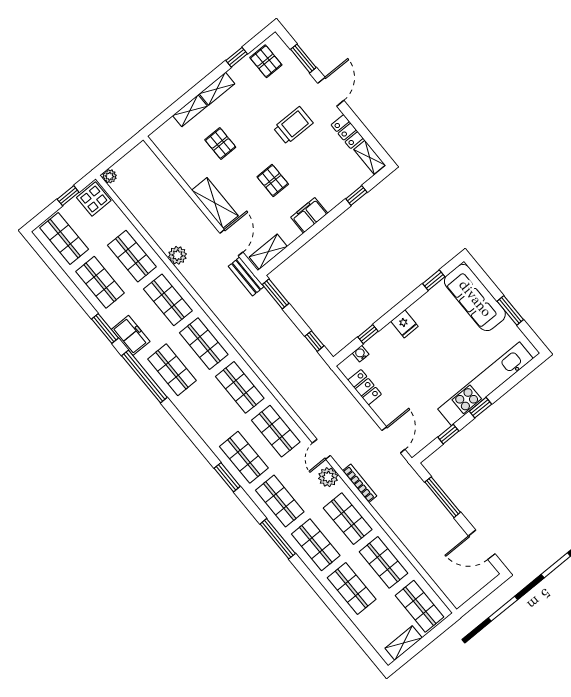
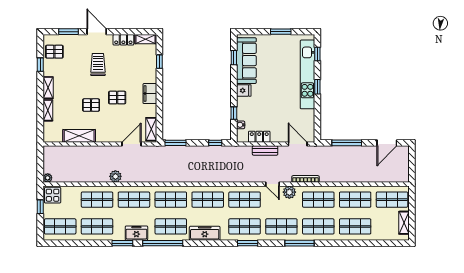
pallet: (220, 143) -> (91, 105), moved
shelving: (215, 203) -> (79, 136), moved
door: (231, 243) -> (131, 144), hinge flipped
bench: (246, 276) -> (265, 151), moved
sofa: (475, 298) -> (246, 61), moved, turned -90
freezer: (197, 417) -> (205, 233), added
window: (448, 434) -> (317, 54), moved

